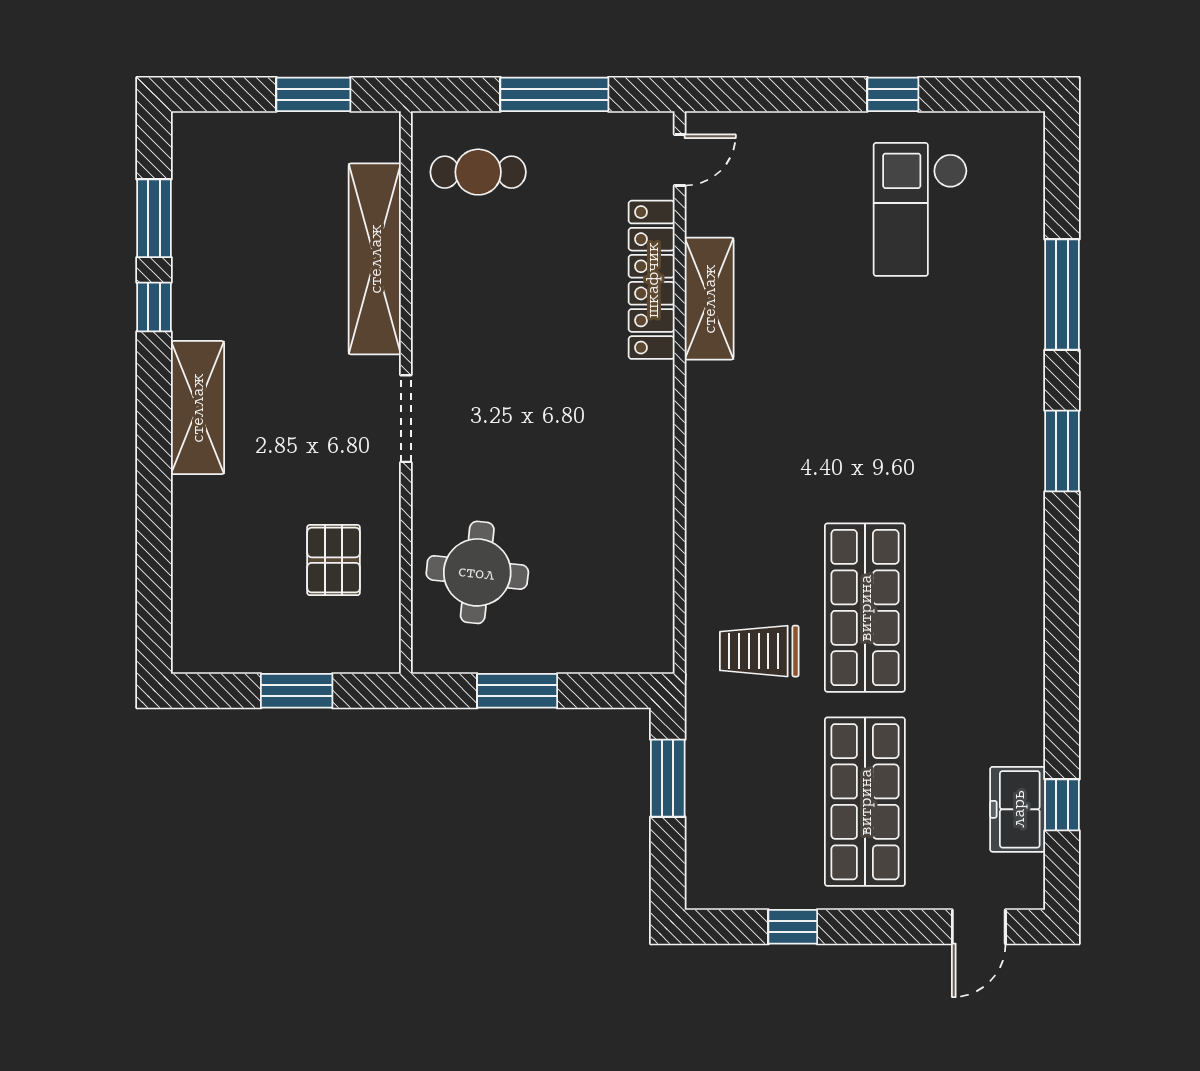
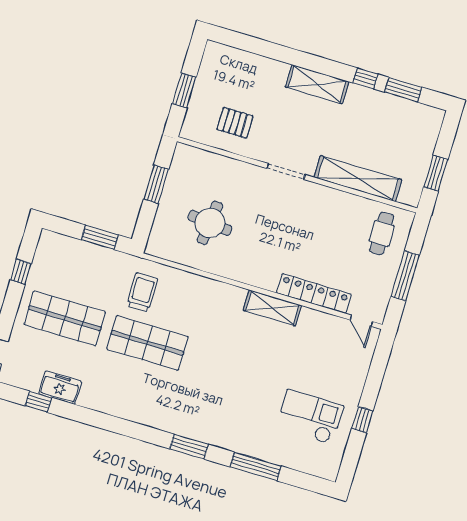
shelving: (709, 299) -> (272, 308), moved
round table: (477, 572) -> (210, 223), moved
freezer: (1018, 809) -> (60, 388), moved

